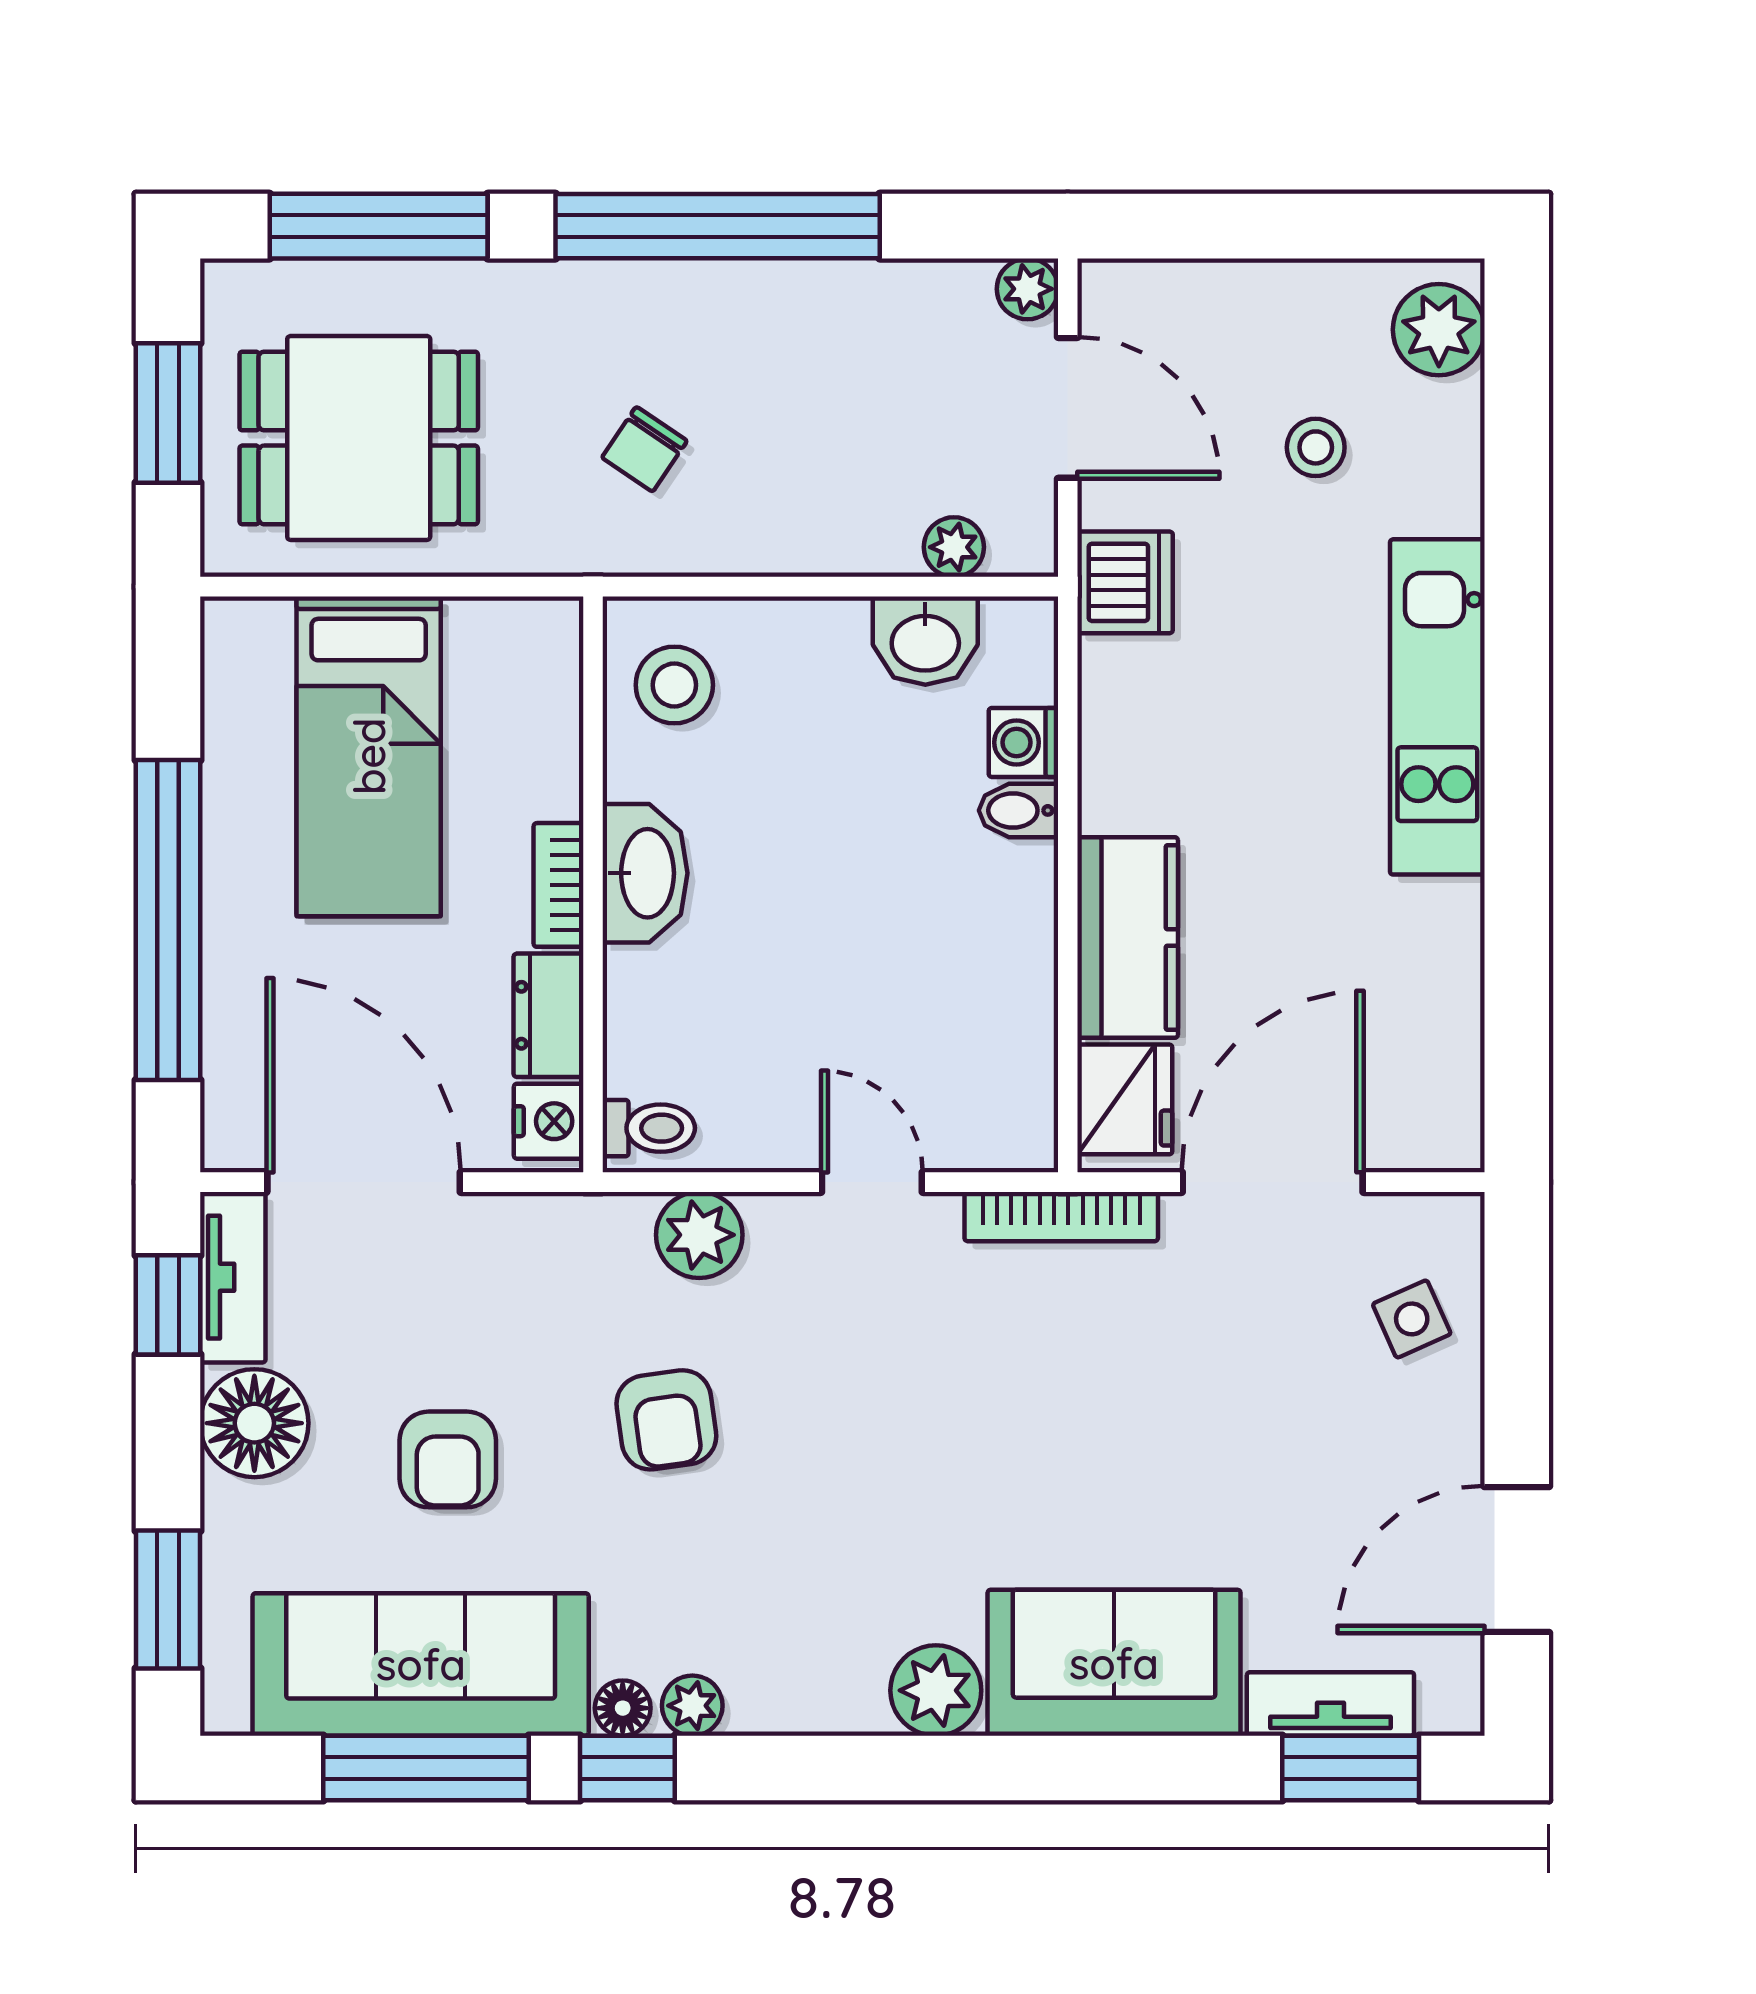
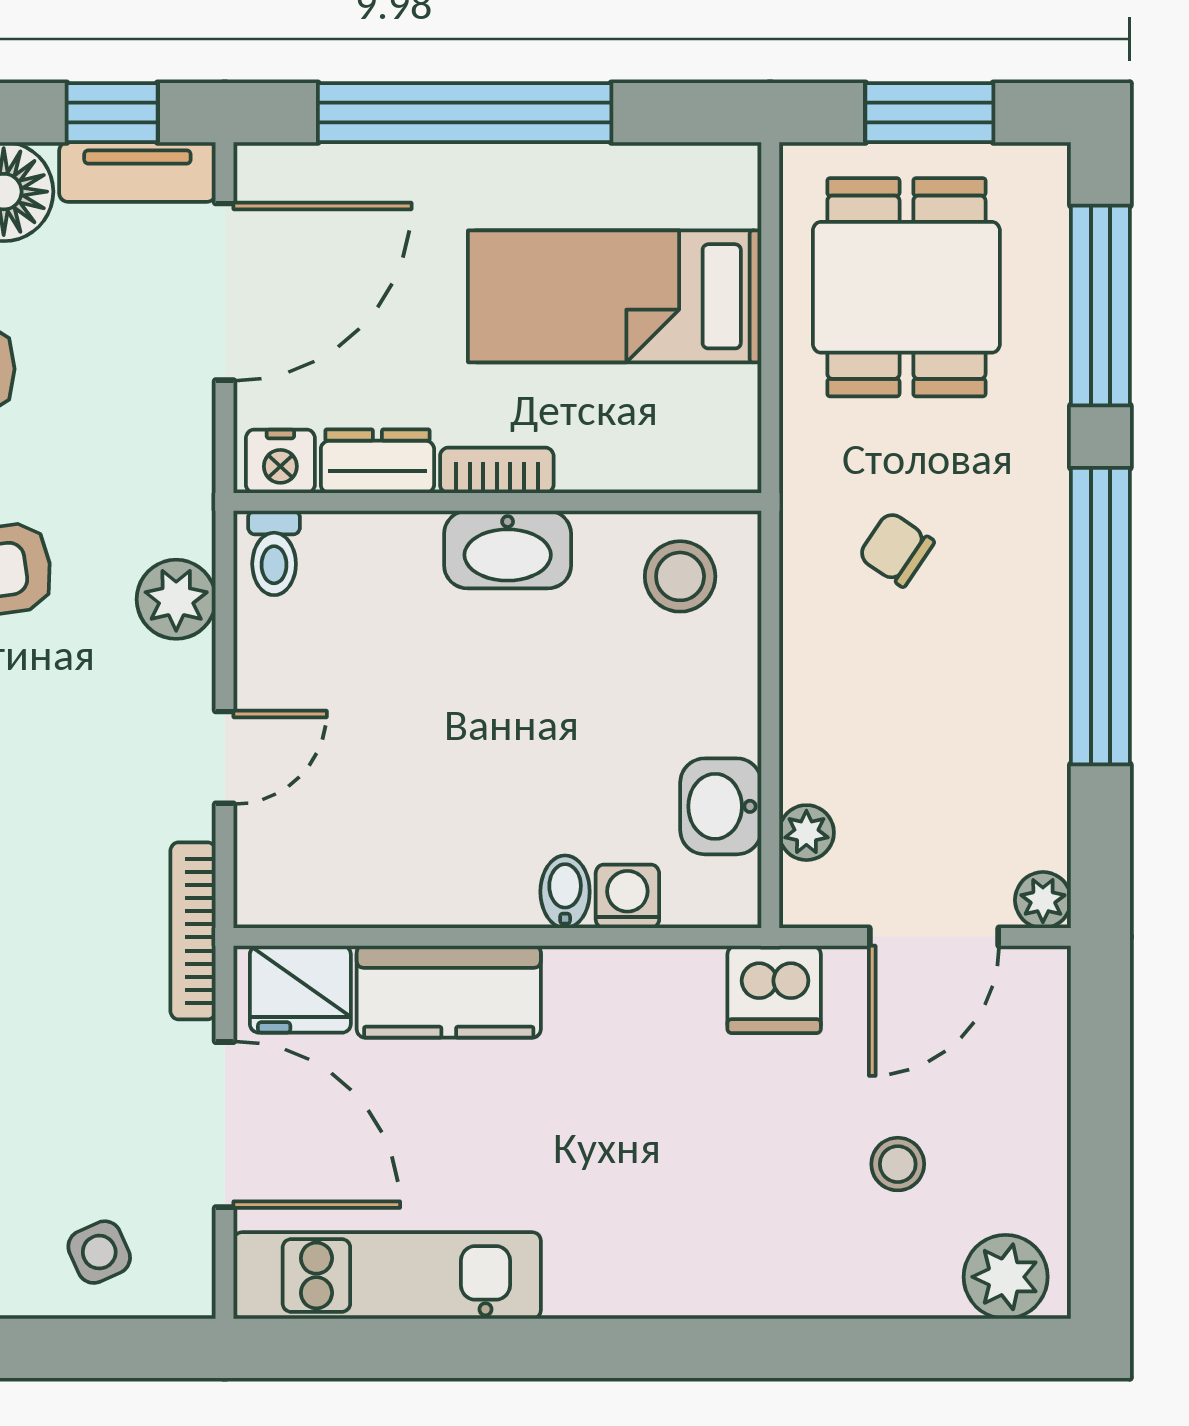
kitchen unit: (1437, 707) -> (387, 1275), moved

